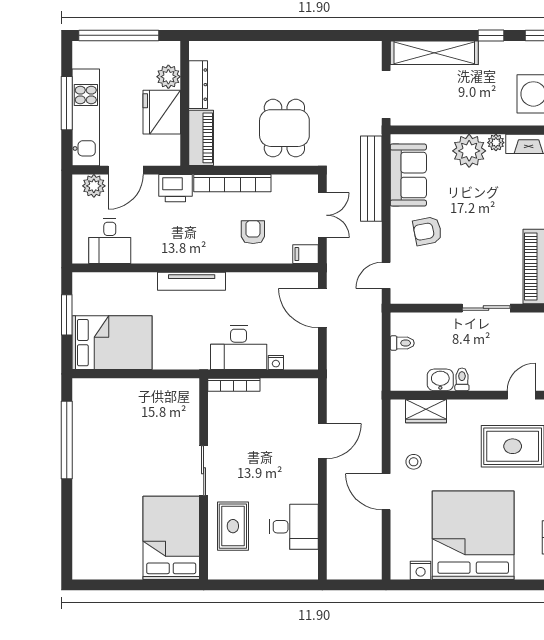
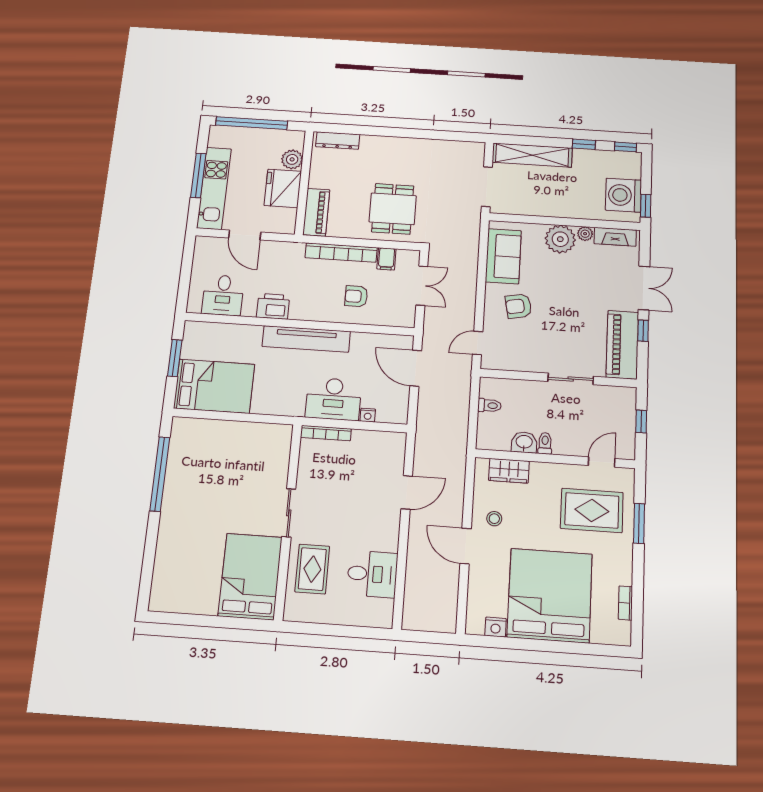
dresser: (198, 85) -> (338, 141), moved, turned 90
door: (126, 170) -> (245, 235), hinge flipped
bench: (371, 179) -> (469, 257), removed
plant: (94, 186) -> (214, 246), removed
printer: (175, 188) -> (273, 306), moved, turned 180
armchair: (253, 232) -> (356, 296), turned -90
filing cabinet: (306, 254) -> (386, 259), moved, turned -90
tv unit: (192, 281) -> (306, 339), width x1.36, depth x1.29

